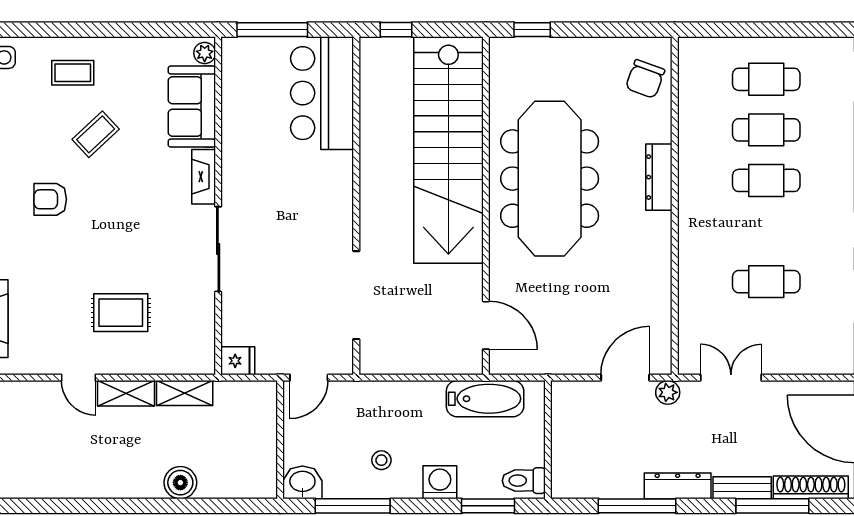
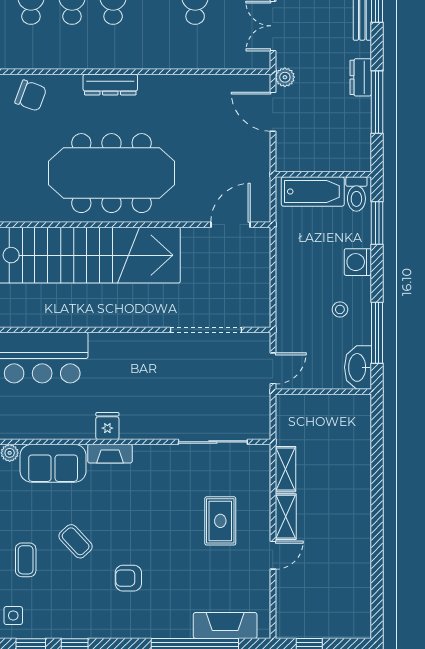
armchair: (50, 199) -> (128, 578), turned 90
sliding door: (218, 249) -> (213, 442), moved
fridge: (238, 361) -> (107, 426), moved
door: (309, 378) -> (273, 368), hinge flipped
bathtub: (485, 399) -> (313, 191), moved, turned 90
washbasin: (302, 482) -> (358, 367), width x1.38
boiler: (180, 483) -> (358, 473), removed
dresser: (678, 486) -> (361, 77), width x0.70

